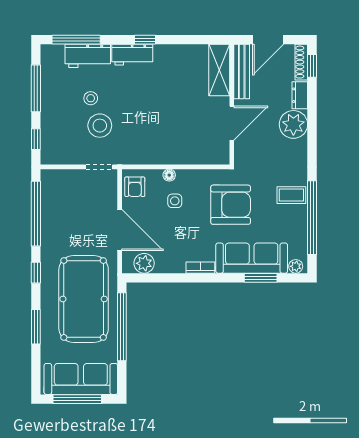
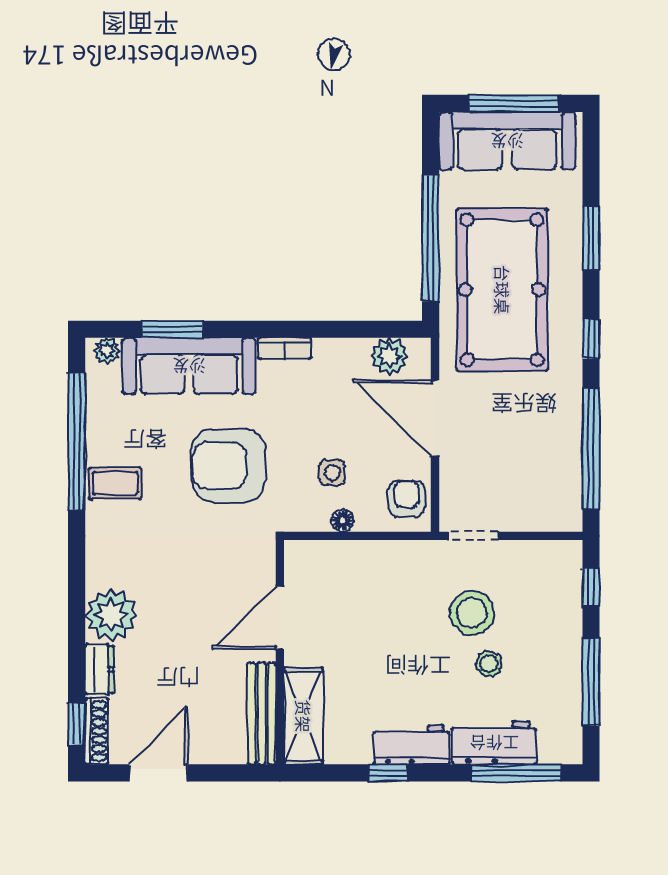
shelving: (219, 70) -> (303, 716), moved
bench: (242, 72) -> (262, 713), moved
wall: (232, 104) -> (280, 652), moved
door: (232, 123) -> (280, 617), moved

